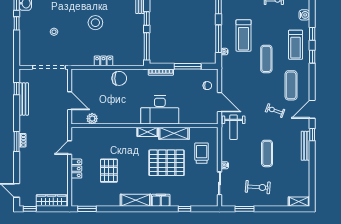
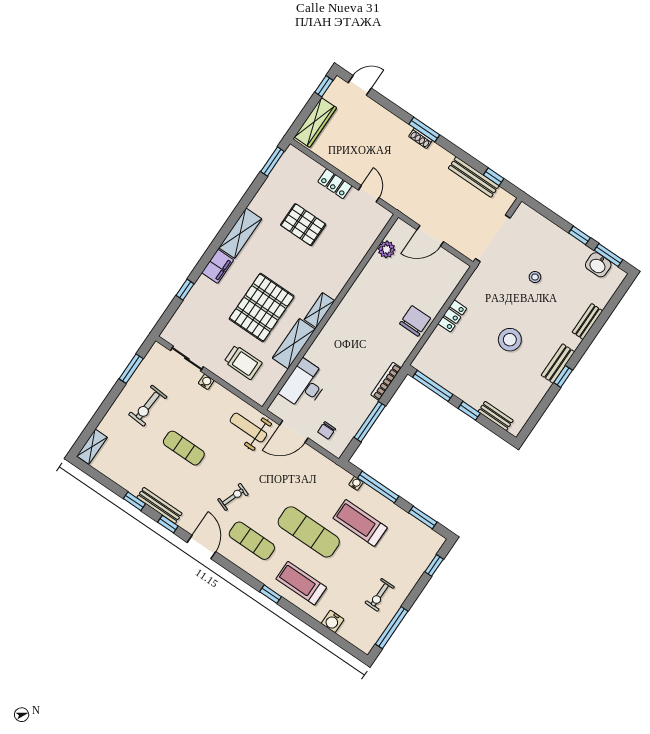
window: (312, 34) -> (134, 501), moved
exercise mat: (266, 59) -> (309, 532), width x1.36, depth x1.45
chair: (119, 78) -> (415, 321), turned 180
desk: (160, 110) -> (304, 385), moved, width x0.73, depth x0.77

